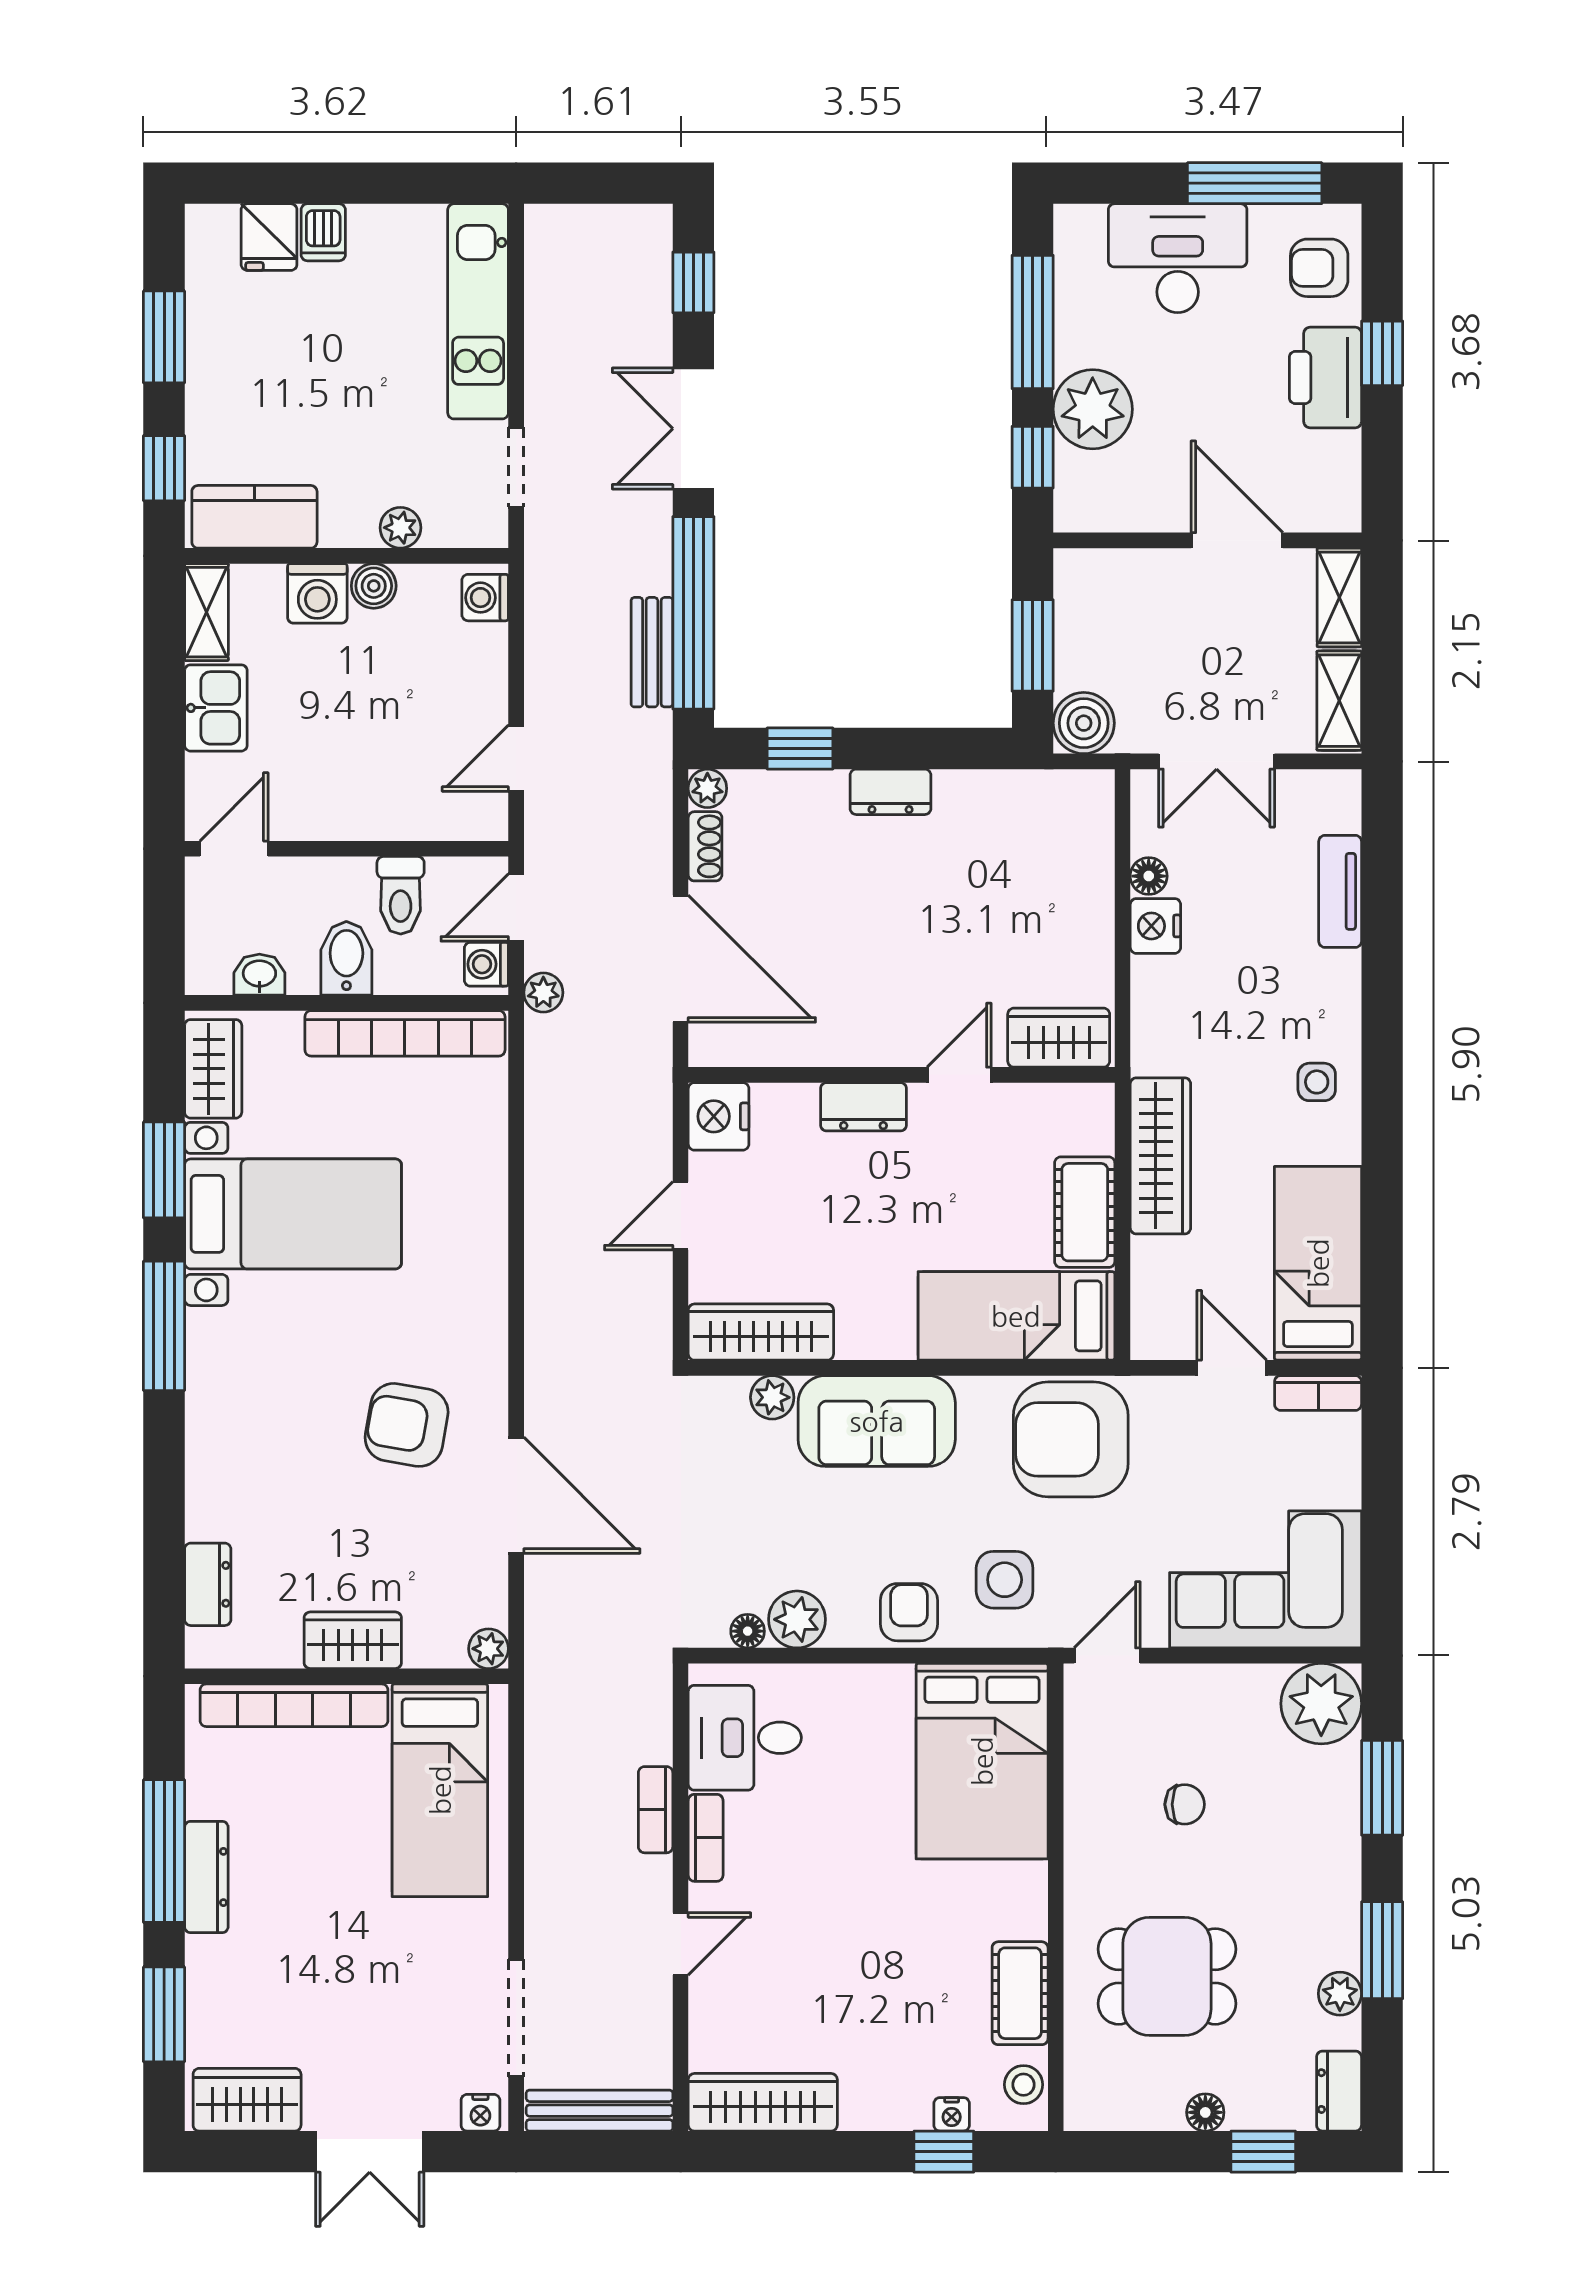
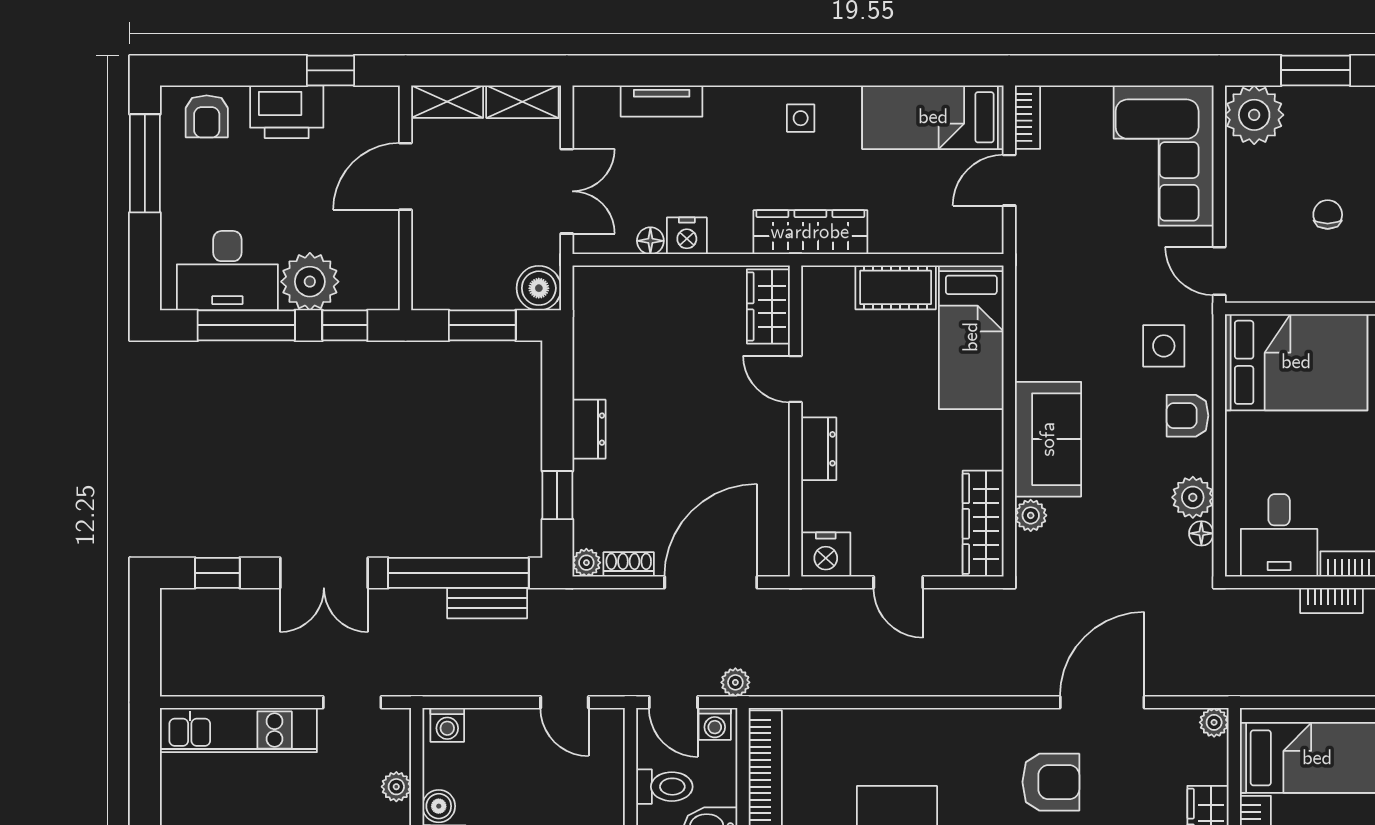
desk: (1178, 258) -> (227, 271), moved, turned -90
window: (1382, 353) -> (330, 70), moved
wardrobe: (1160, 1156) -> (810, 232), moved
armchair: (407, 1425) -> (1051, 782), turned -100
armchair: (1071, 1439) -> (1061, 298), removed

